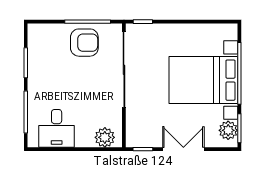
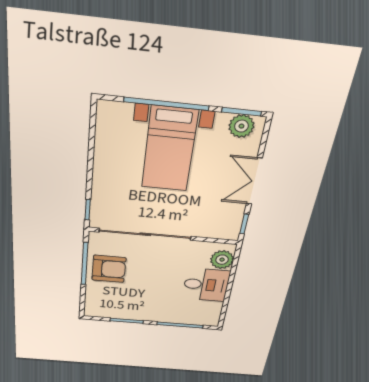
armchair: (84, 43) -> (109, 269), turned 90
bed with nightstands: (203, 80) -> (169, 149), width x0.73
desk: (57, 128) -> (206, 285), moved

